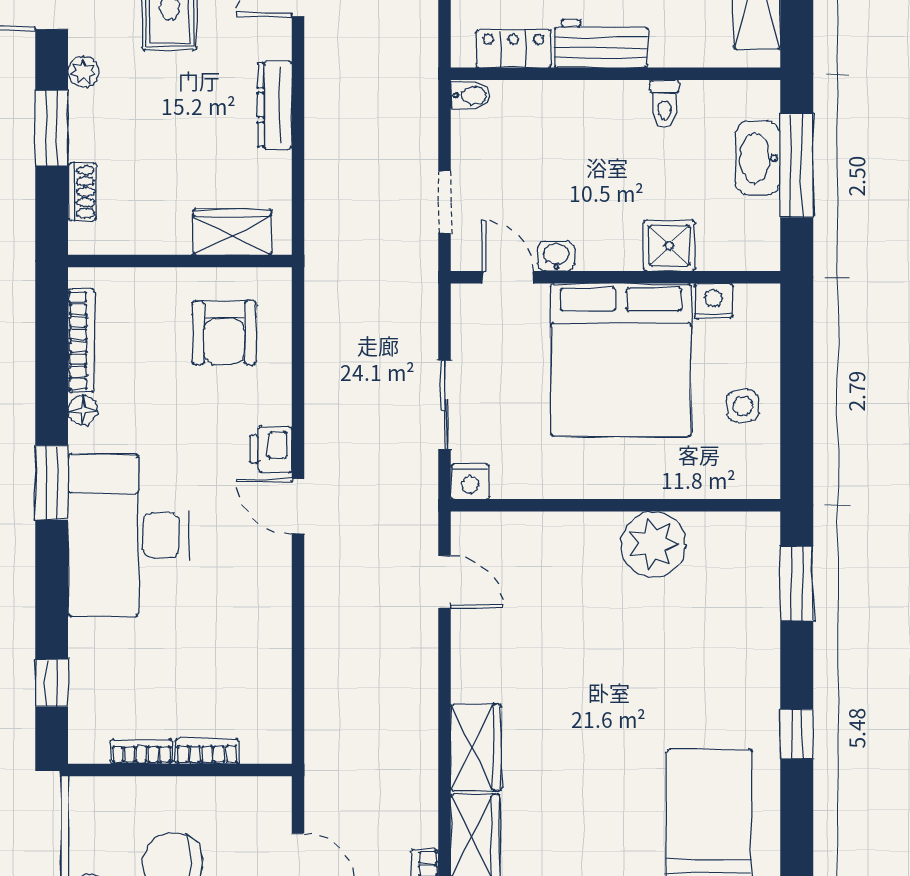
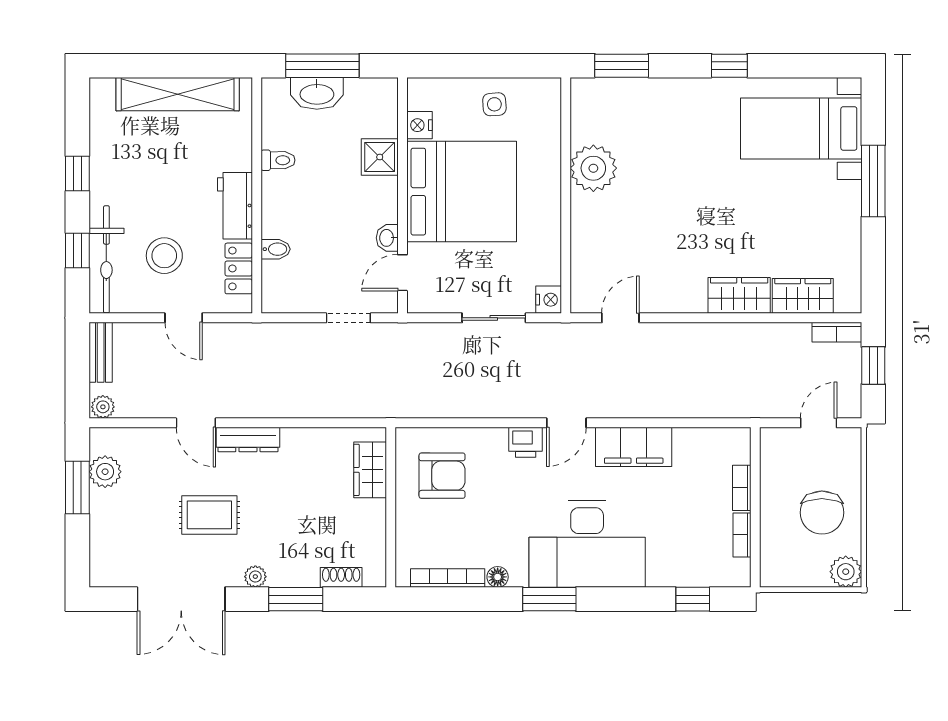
bidet: (471, 95) -> (276, 249), moved, turned 90
dresser: (275, 105) -> (248, 440), moved
filing cabinet: (264, 600) -> (634, 447), added

